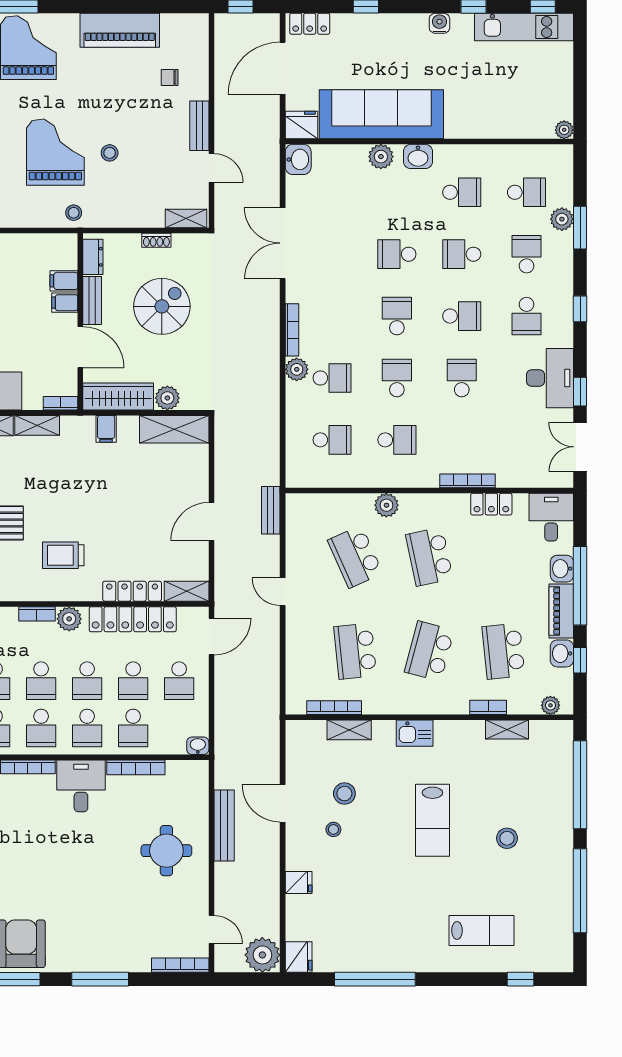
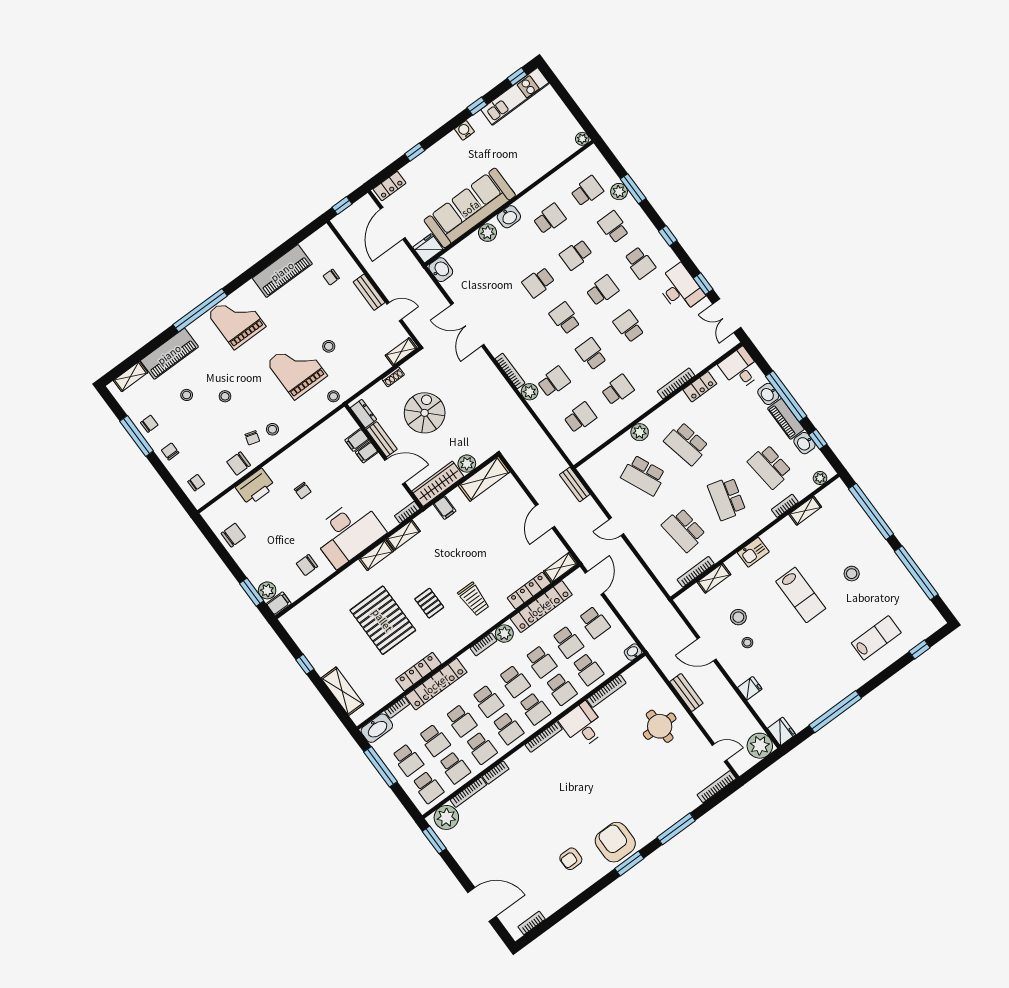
trolley: (63, 555) -> (474, 599), turned -90
bench: (224, 825) -> (686, 693), width x0.73

